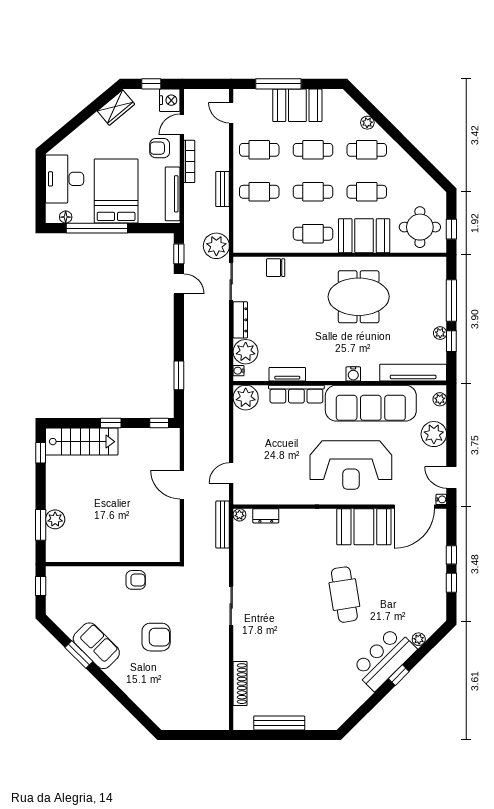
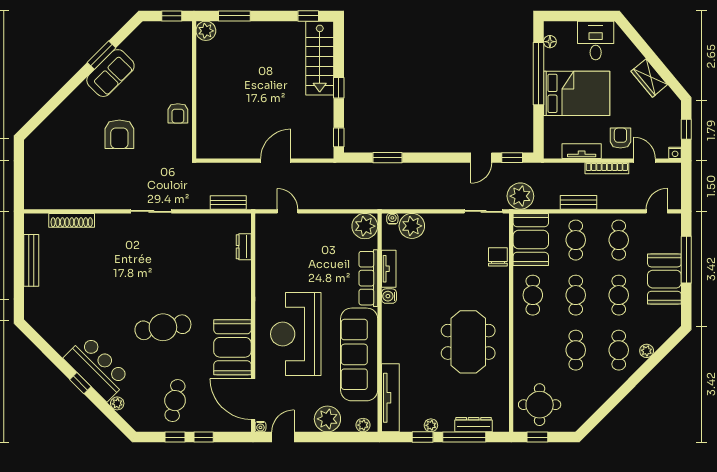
nightstand: (170, 100) -> (675, 153), width x0.53, depth x0.56
wardrobe: (116, 108) -> (649, 78), moved
desk: (65, 179) -> (596, 40), width x0.73
tv unit: (173, 194) -> (582, 151), width x0.71
booth: (364, 236) -> (531, 239), moved
dresser: (240, 320) -> (474, 425), moved, turned 180
water cooler: (353, 374) -> (389, 296), moved
plant: (239, 515) -> (245, 220), removed
plant: (55, 519) -> (206, 31), moved
bench: (223, 525) -> (228, 202), width x0.73
cafe table: (416, 583) -> (175, 401), added

